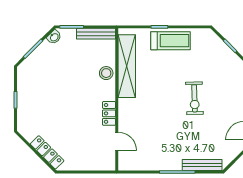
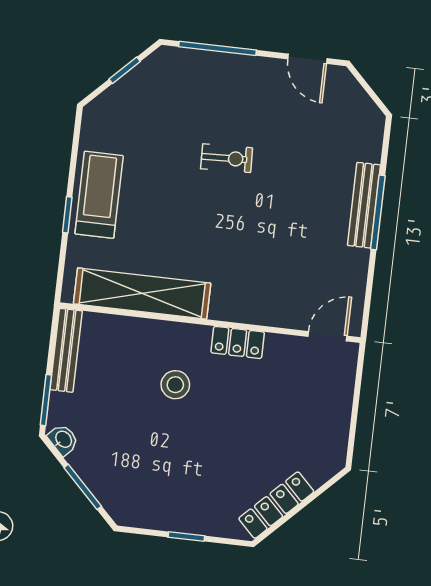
stool: (106, 73) -> (175, 385), moved
exercise bike: (194, 98) -> (227, 158), width x0.73, depth x0.72
door: (117, 141) -> (327, 336), moved
locker: (47, 152) -> (276, 505), moved
bench: (202, 165) -> (364, 205), moved

